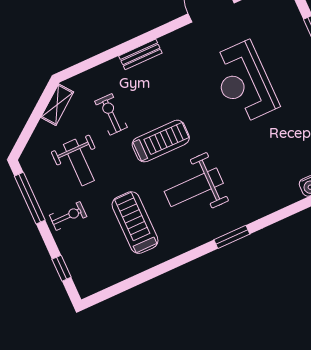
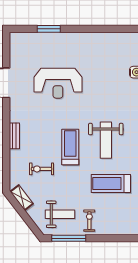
weight bench: (79, 163) -> (60, 214), moved
window: (62, 268) -> (118, 238), removed

